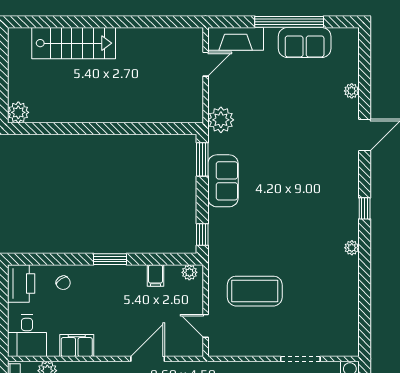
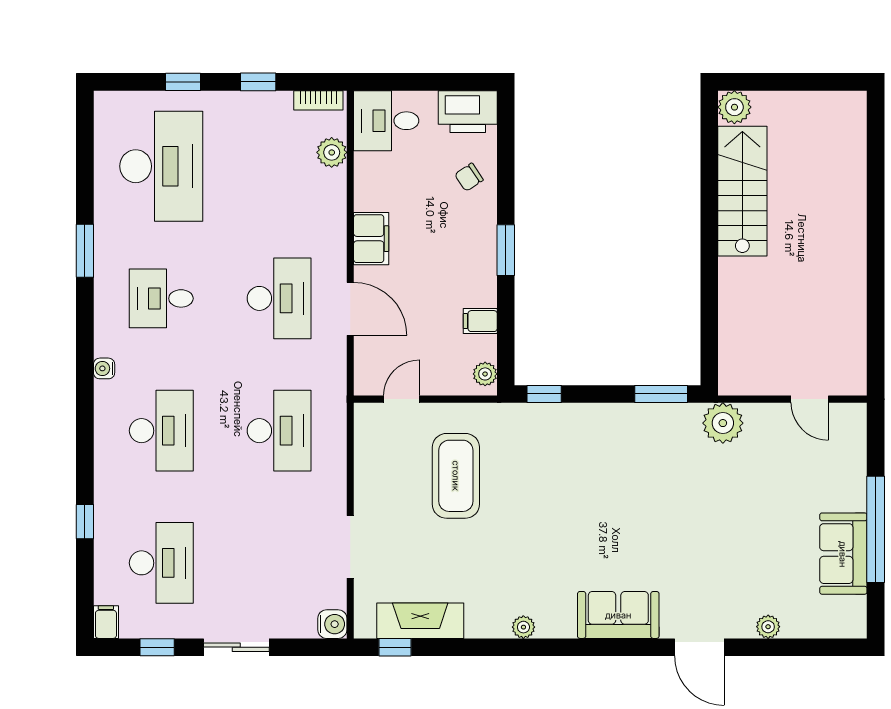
fireplace: (236, 39) -> (420, 621), moved, turned 90
stairs: (74, 43) -> (742, 191), moved, turned 180
sofa: (223, 181) -> (618, 615), moved, turned 180
window: (365, 208) -> (395, 647), moved
filing cabinet: (77, 345) -> (371, 239), moved

